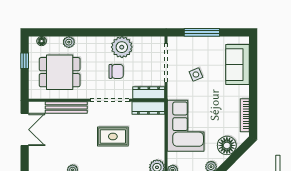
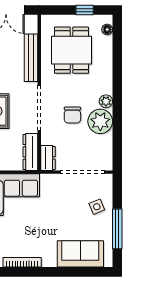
window: (202, 32) -> (117, 229), moved
plant: (69, 42) -> (106, 101), moved
side table: (196, 75) -> (97, 207), moved
dresser: (149, 93) -> (48, 158), width x0.70

